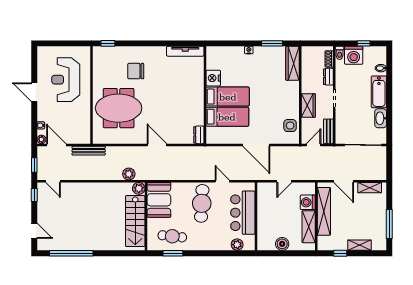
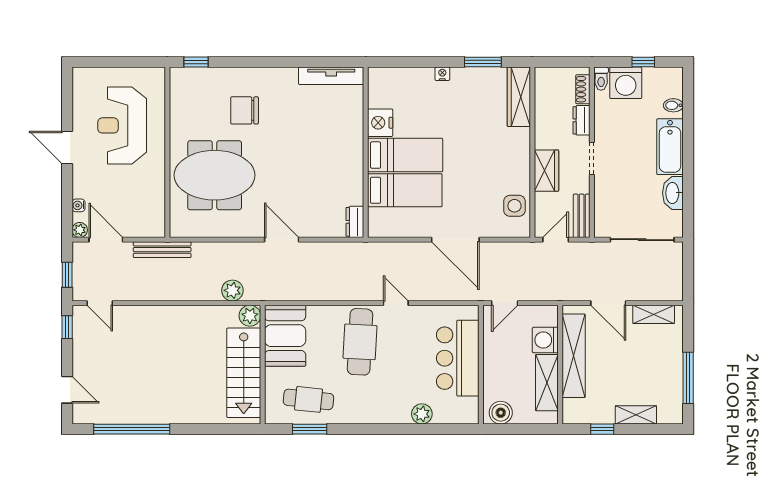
bar counter: (243, 213) -> (458, 358), moved
wall: (256, 216) -> (481, 365), moved

